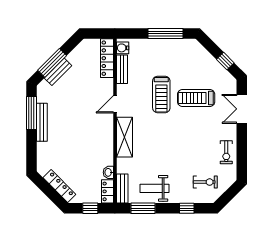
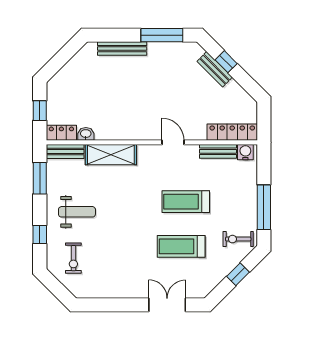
window: (225, 61) -> (238, 274), moved
window: (52, 63) -> (226, 62), width x0.46
treadmill: (196, 98) -> (181, 246), turned -90
bench: (42, 122) -> (122, 49), moved
shelving: (124, 137) -> (111, 155), moved
exercise bike: (226, 152) -> (238, 239), moved
locker: (59, 186) -> (68, 71), removed
weight bench: (155, 188) -> (77, 212), moved, turned 90

